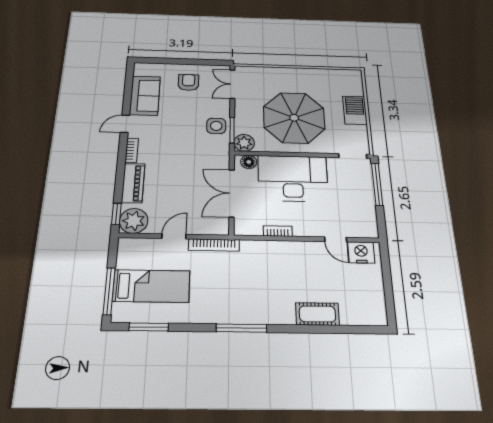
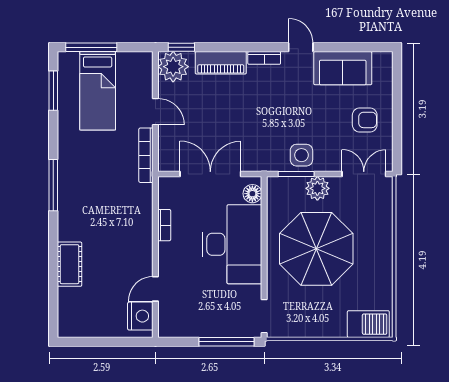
barbecue: (355, 110) -> (368, 324), moved
plant: (244, 143) -> (317, 188), moved

